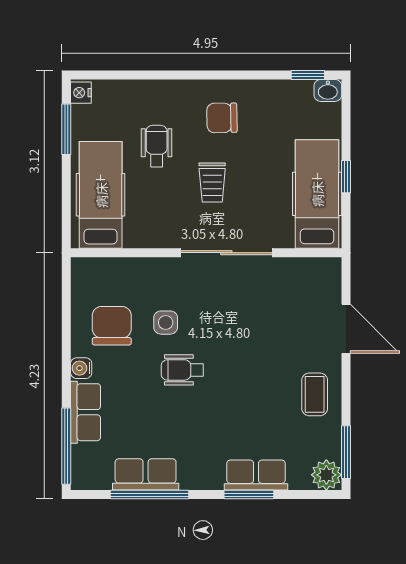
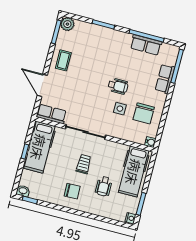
water cooler: (81, 368) -> (150, 142), moved
row of seats: (256, 475) -> (51, 114), moved, turned 180

